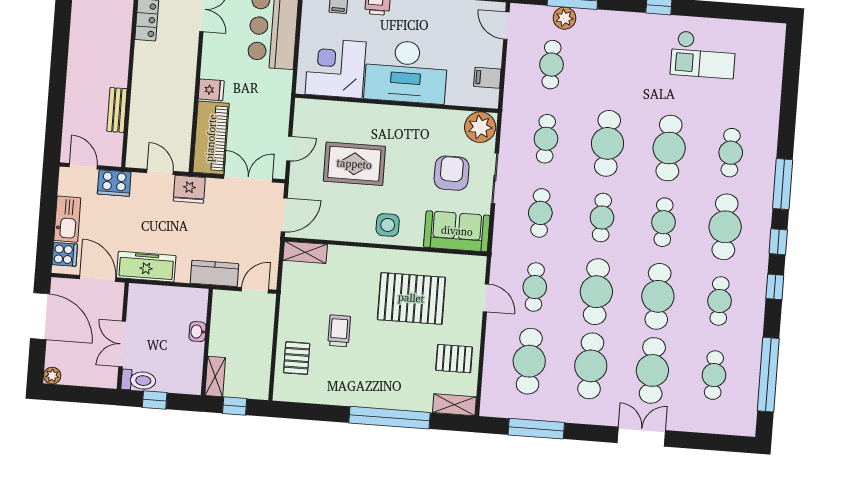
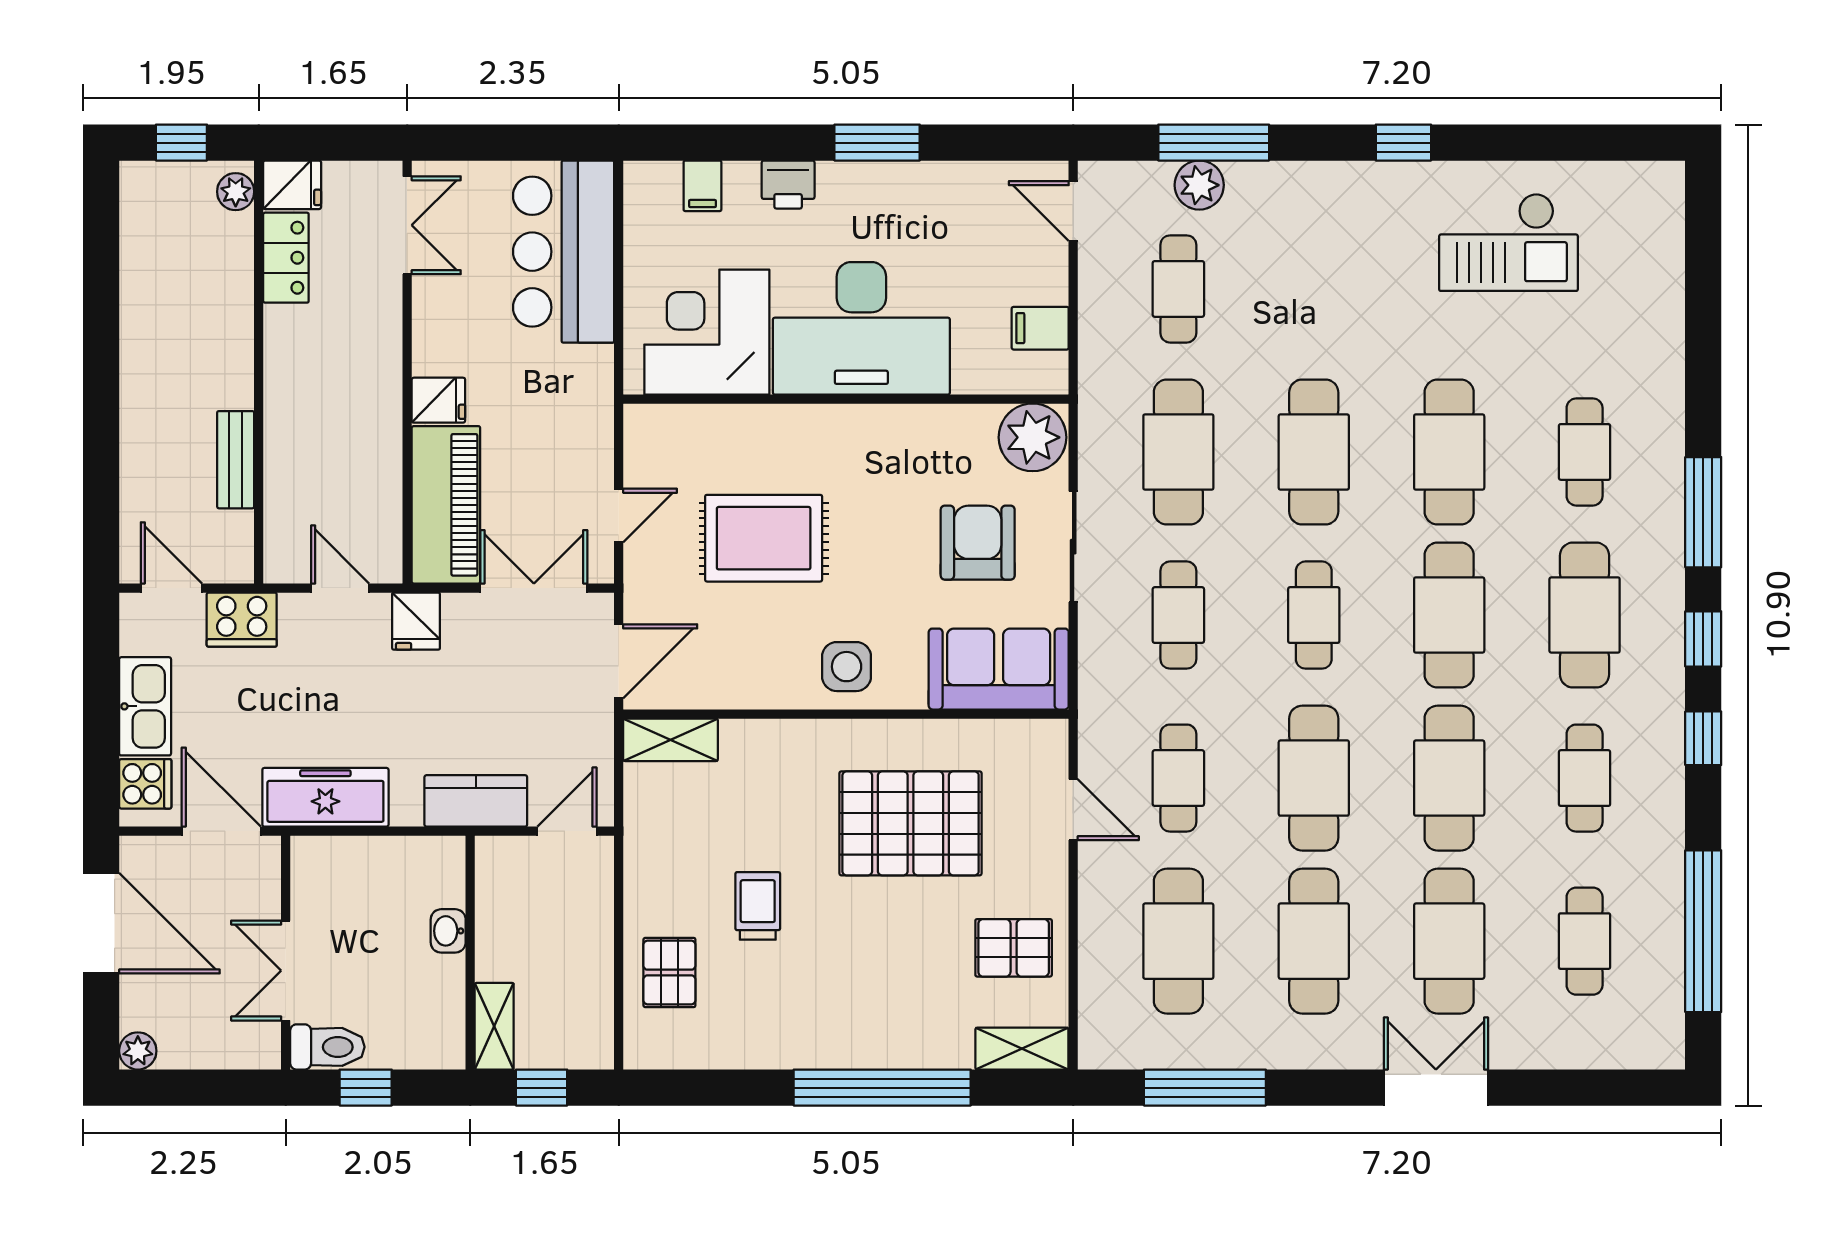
cafe table: (546, 139) -> (1178, 452), width x1.37, depth x1.35
fridge: (189, 189) -> (416, 621), width x0.72
cafe table: (664, 222) -> (1449, 615), width x1.37, depth x1.35

